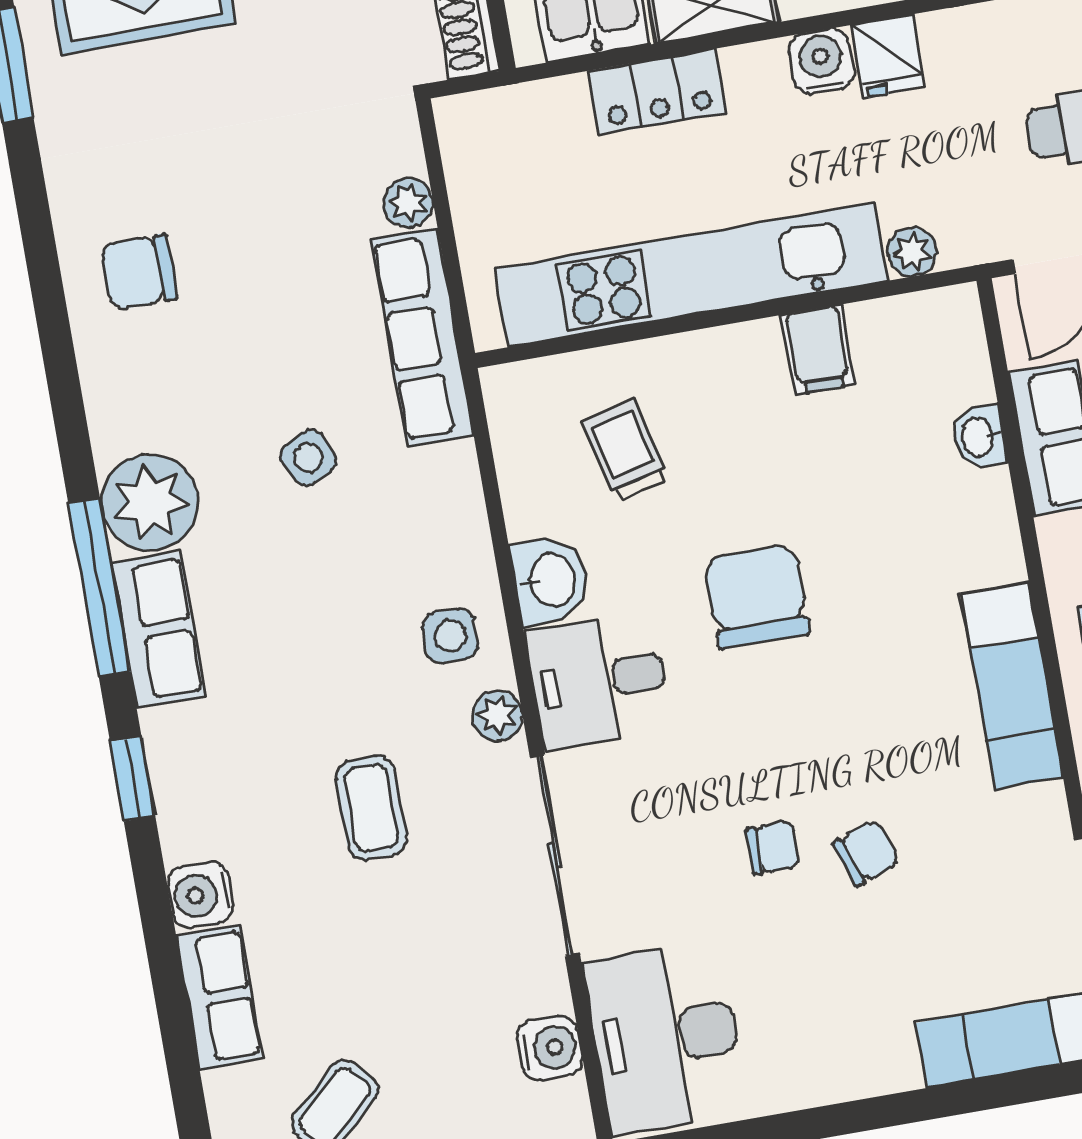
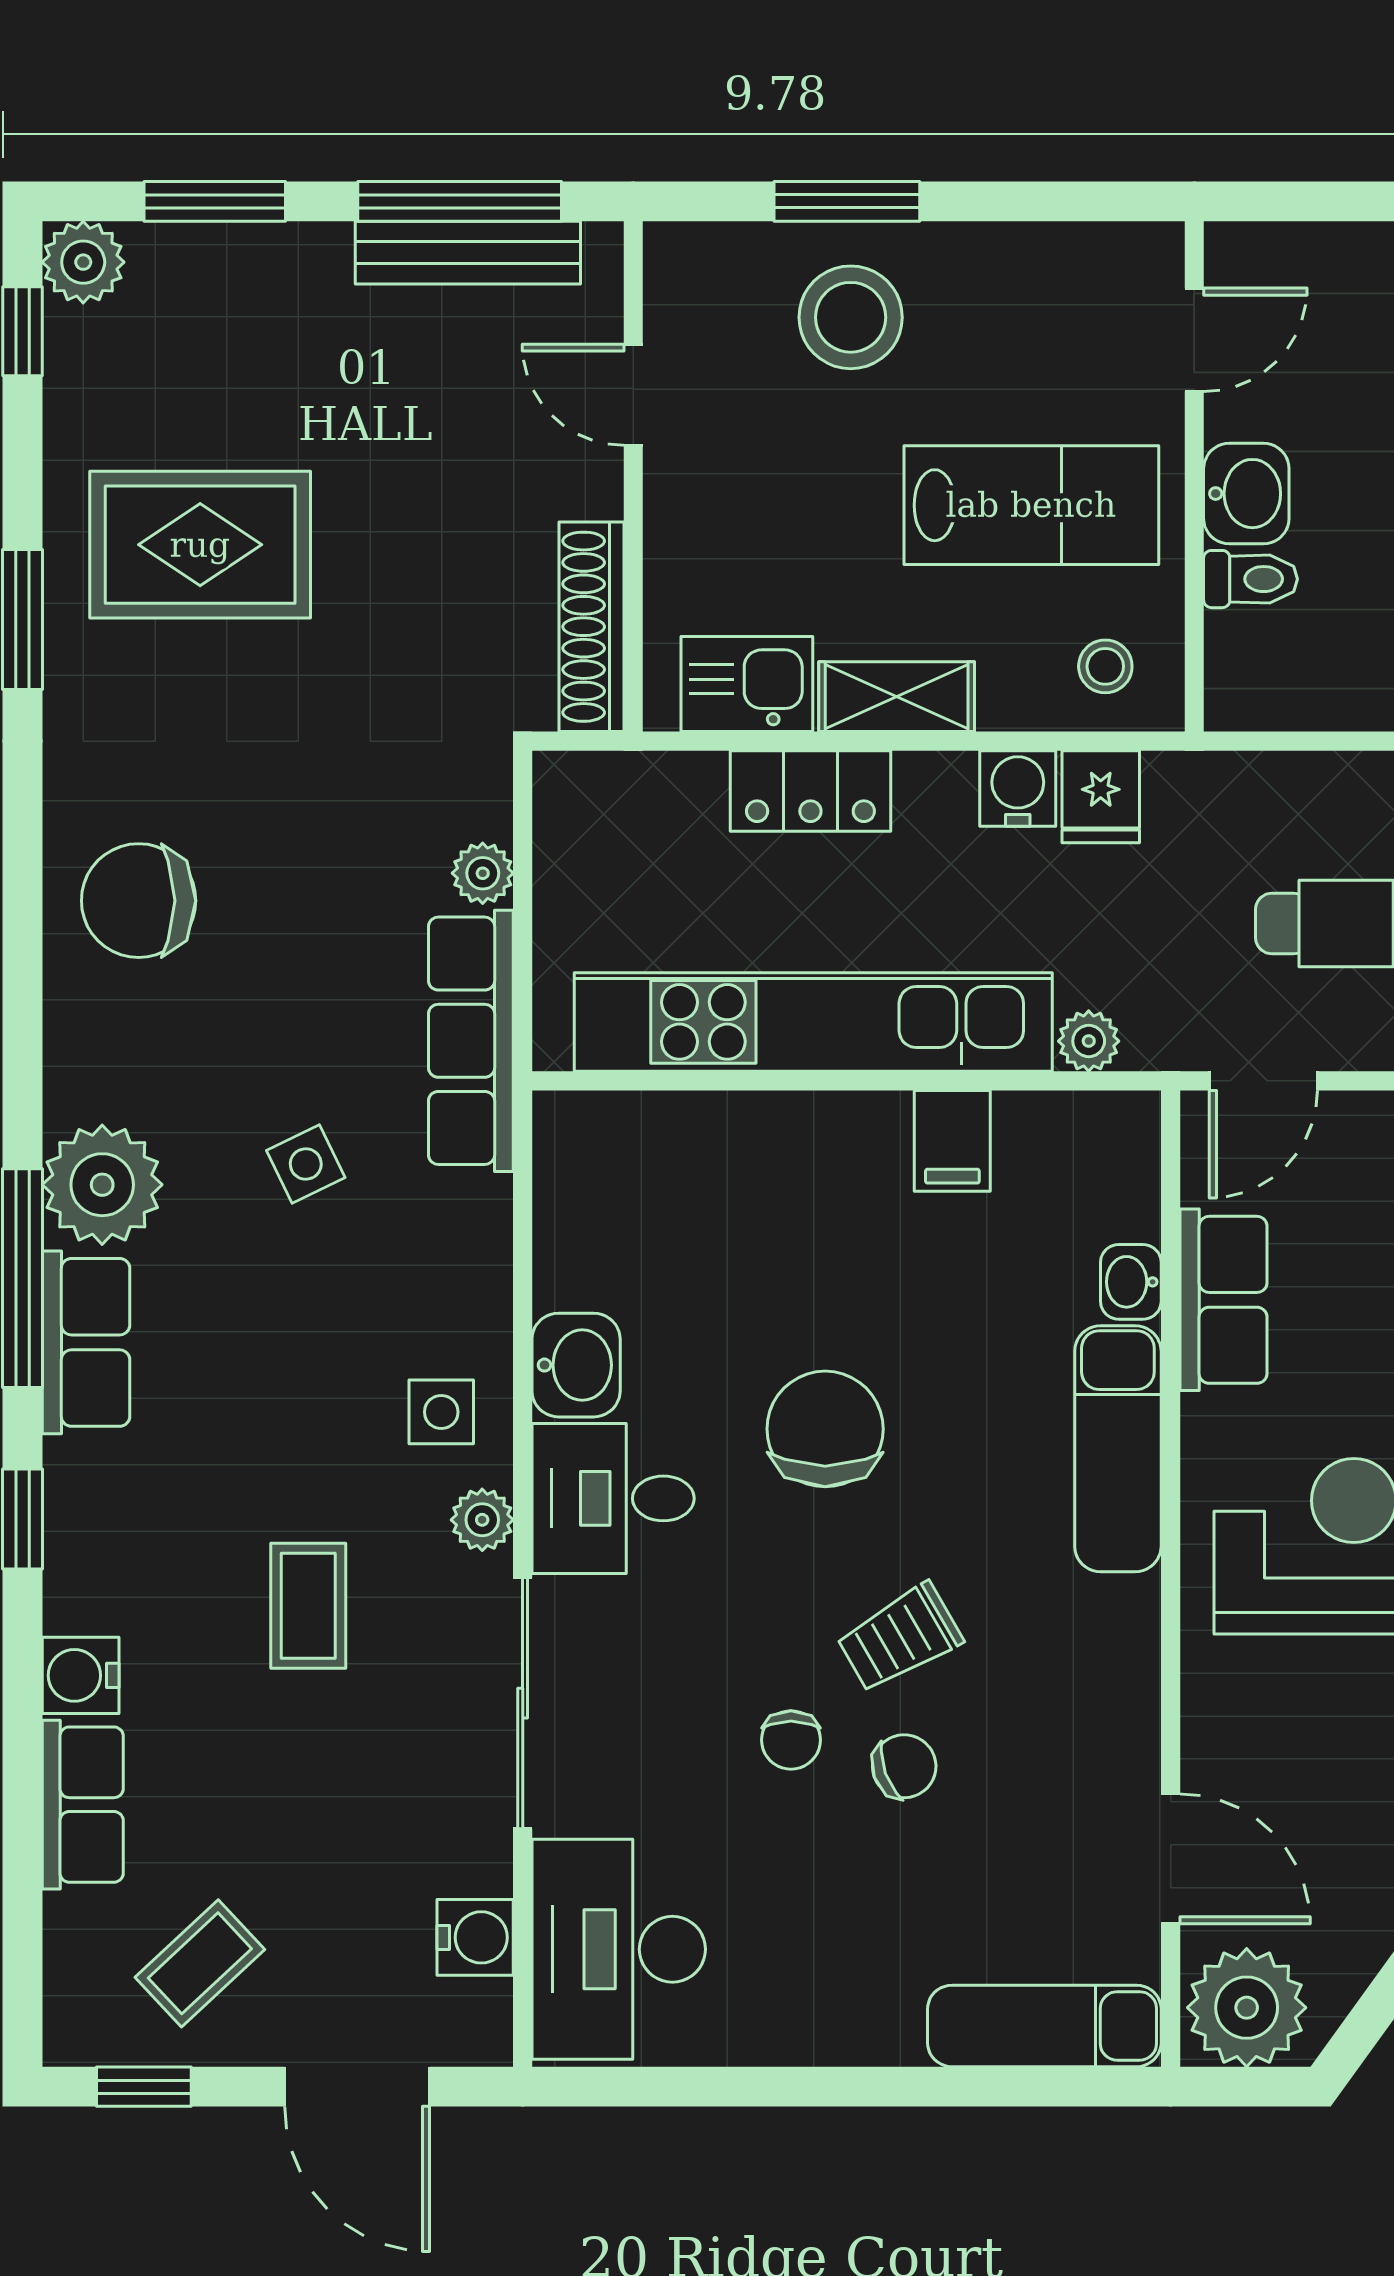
chair: (139, 272) -> (139, 901), width x1.37, depth x1.37
trolley: (625, 450) -> (900, 1638), moved, turned -106
exam couch: (1012, 686) -> (1118, 1449), moved
chair: (773, 848) -> (791, 1740), turned 90

